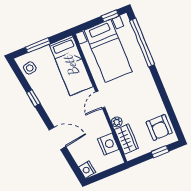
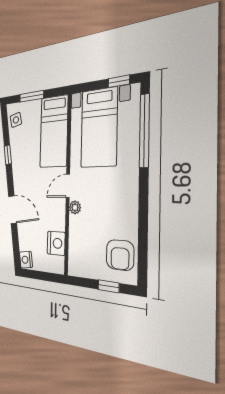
plant: (117, 122) -> (75, 207), moved
wardrobe: (126, 139) -> (77, 248), removed

